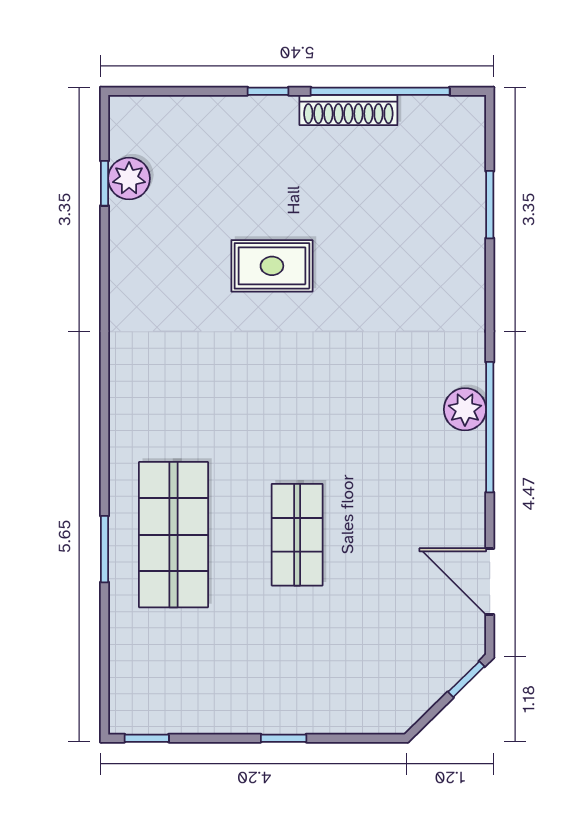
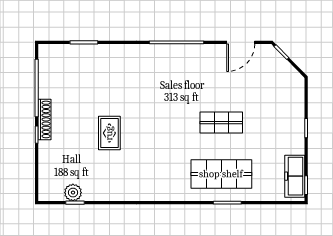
shoe rack: (348, 110) -> (45, 119), moved
plant: (465, 409) -> (169, 53), removed
freezer: (168, 711) -> (295, 176), added

